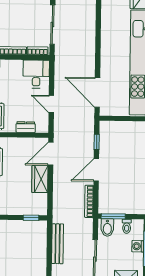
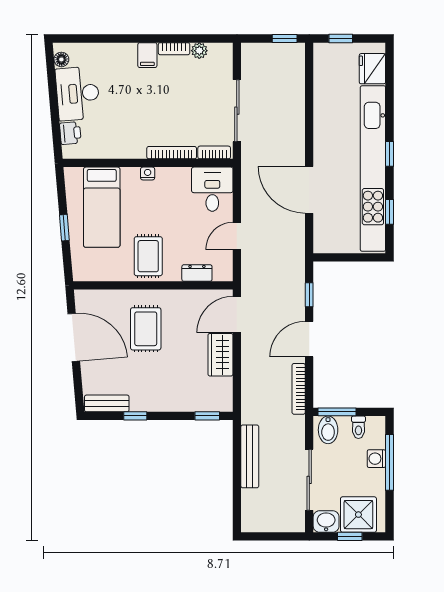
door: (97, 92) -> (309, 190), moved
door: (51, 104) -> (237, 236), hinge flipped

